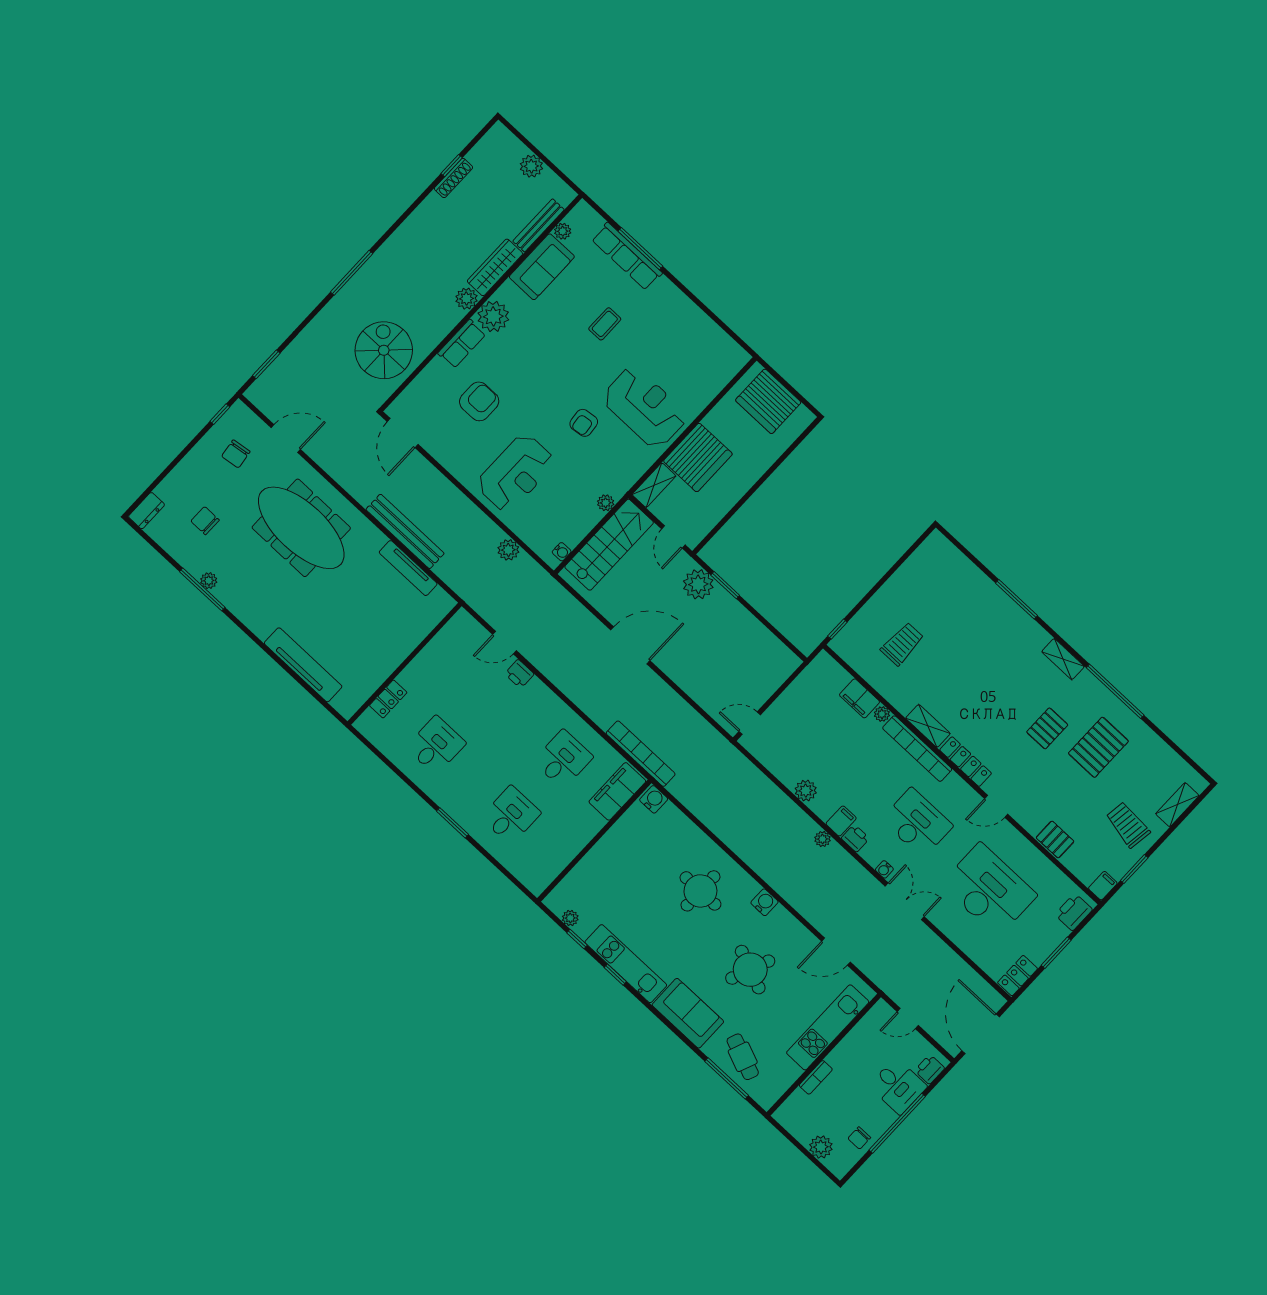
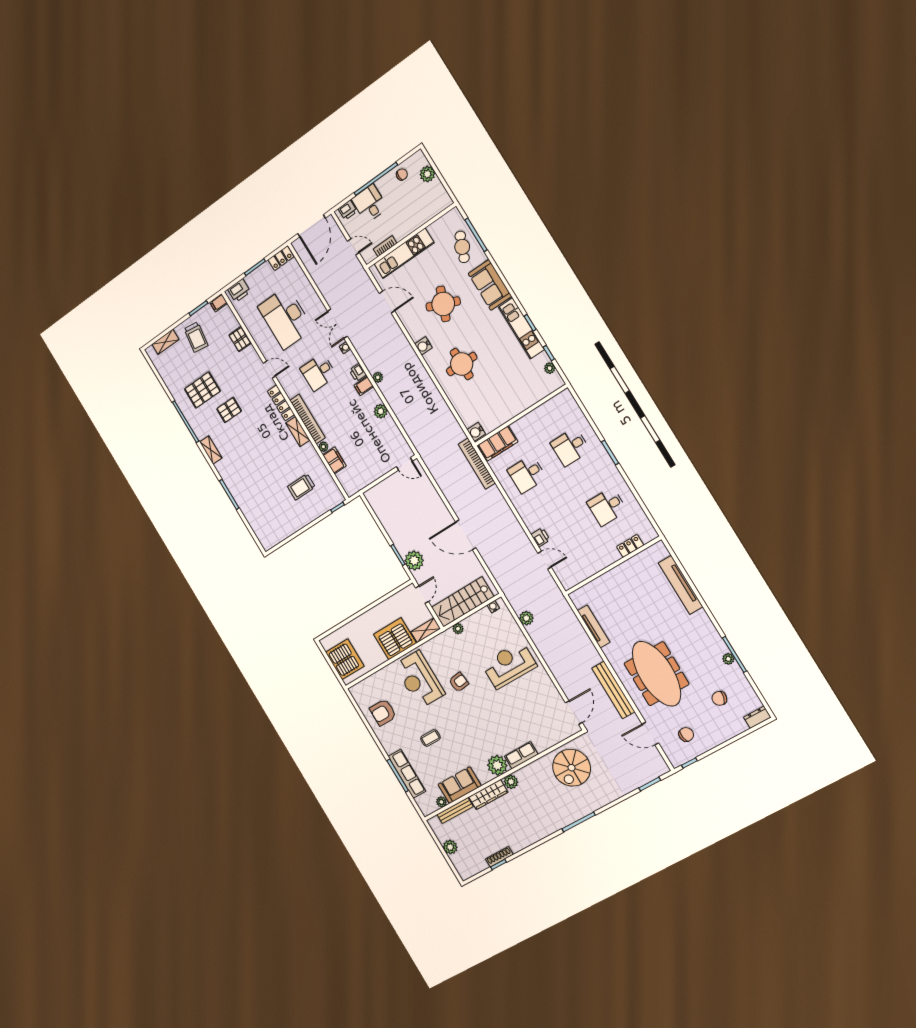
armchair: (479, 401) -> (383, 712), moved
chair: (205, 521) -> (719, 698), turned 106
bench: (405, 531) -> (613, 690), moved
desk: (917, 823) -> (318, 372), width x0.73
bookcase: (816, 1077) -> (385, 246), moved

